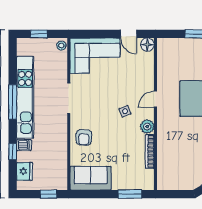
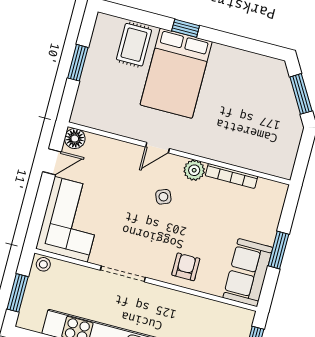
window: (39, 34) -> (18, 293), width x1.50
door: (155, 99) -> (157, 148), hinge flipped
armchair: (84, 137) -> (186, 267), turned -92
window: (130, 194) -> (278, 250), moved

